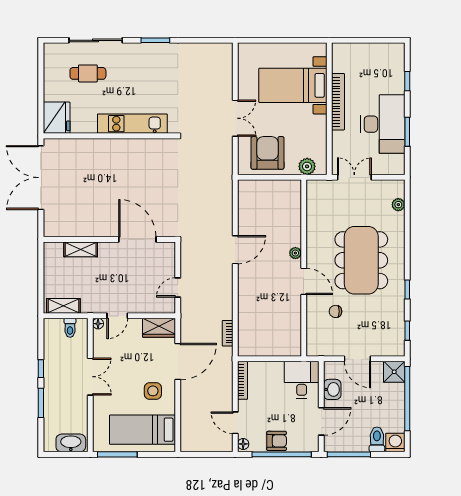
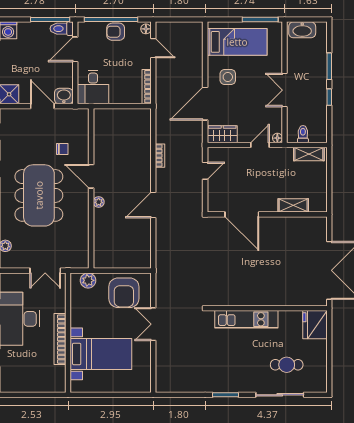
bookcase: (228, 333) -> (160, 156), moved
washbasin: (332, 389) -> (64, 96), moved, turned 90
toilet: (377, 439) -> (62, 29), moved, turned 90

